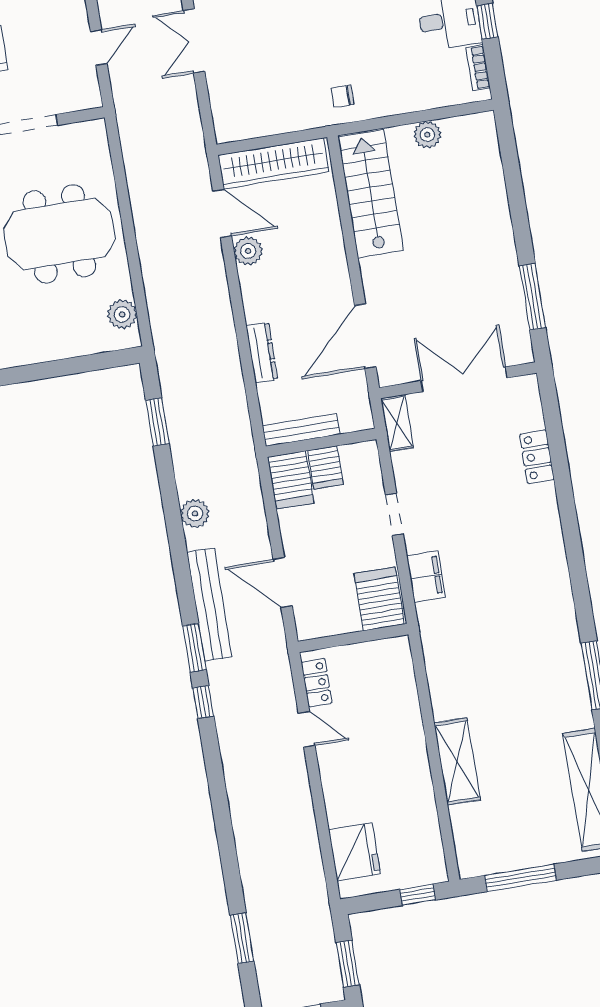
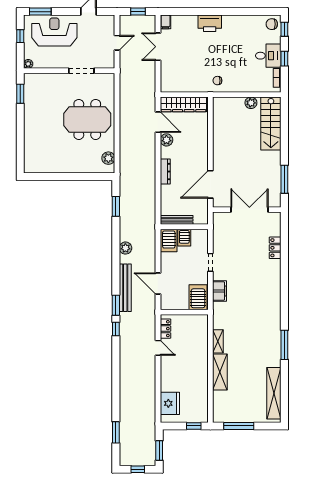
stairs: (371, 194) -> (271, 123), moved, turned 180
dresser: (262, 353) -> (165, 172), moved
shelving: (397, 423) -> (218, 341), moved

